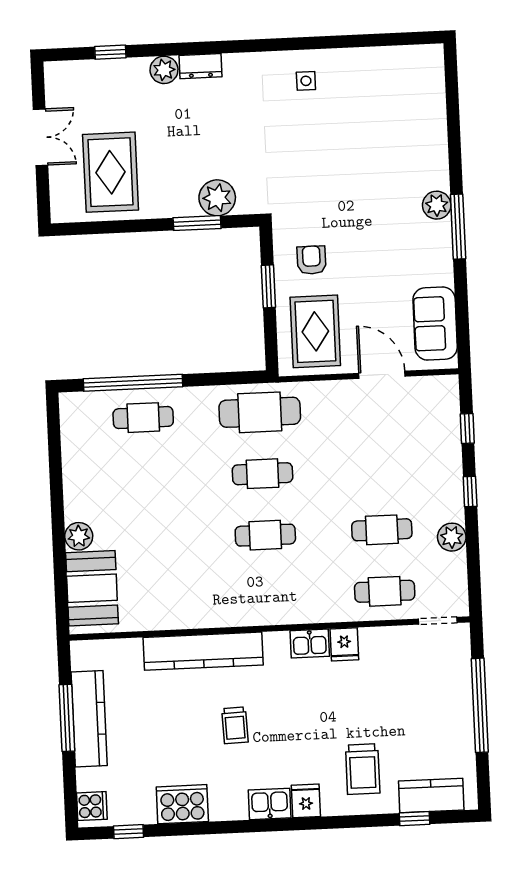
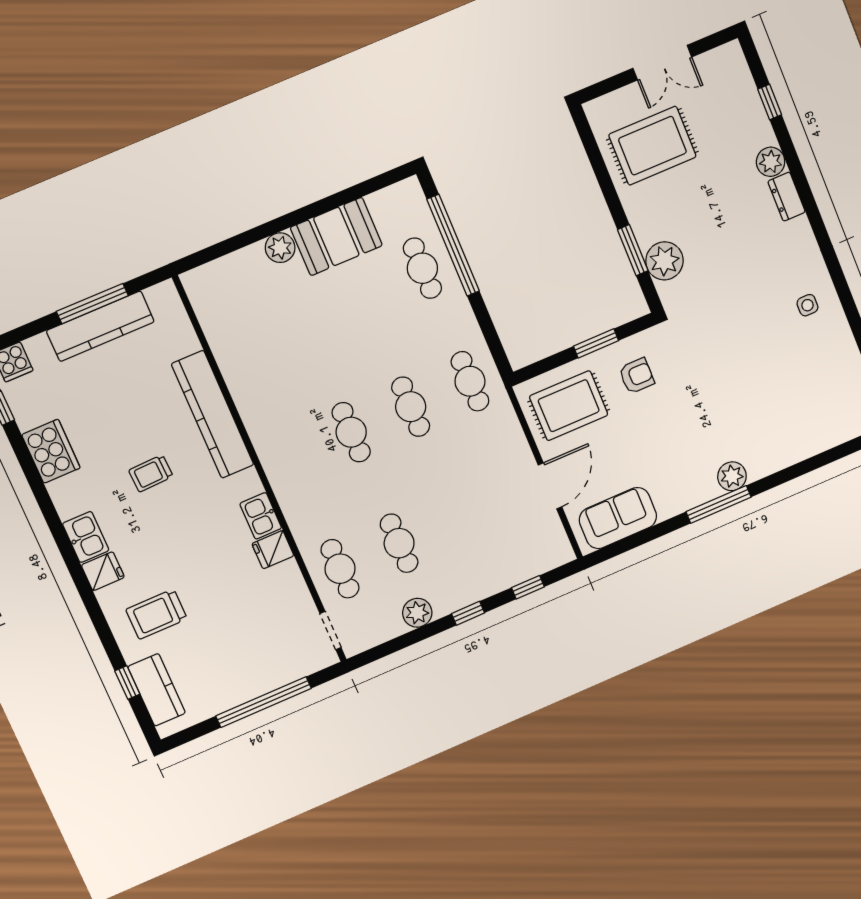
cafe table: (260, 412) -> (470, 381), width x0.73, depth x0.74
booth: (92, 588) -> (336, 236), moved

